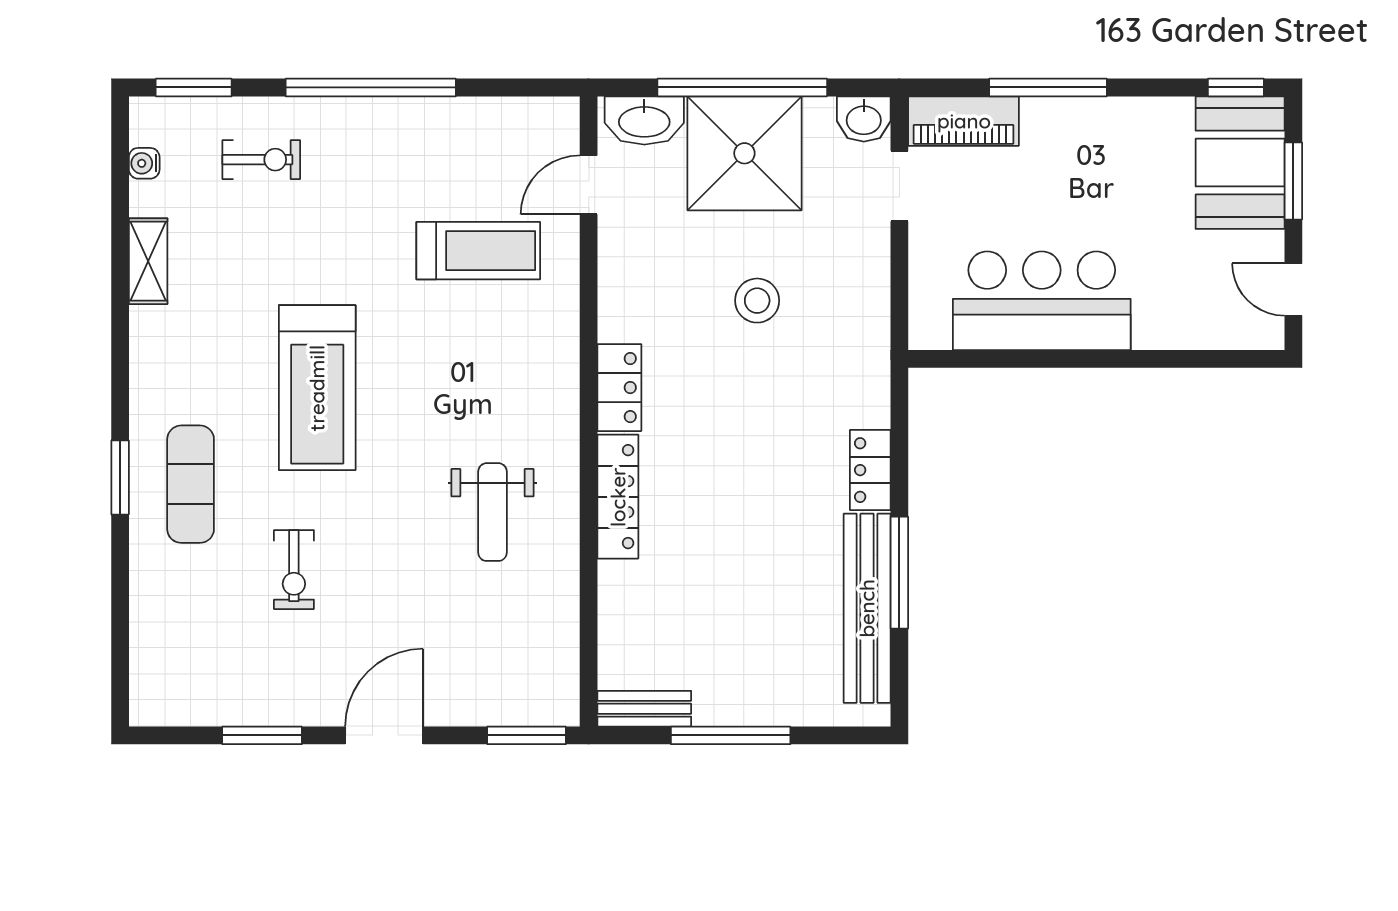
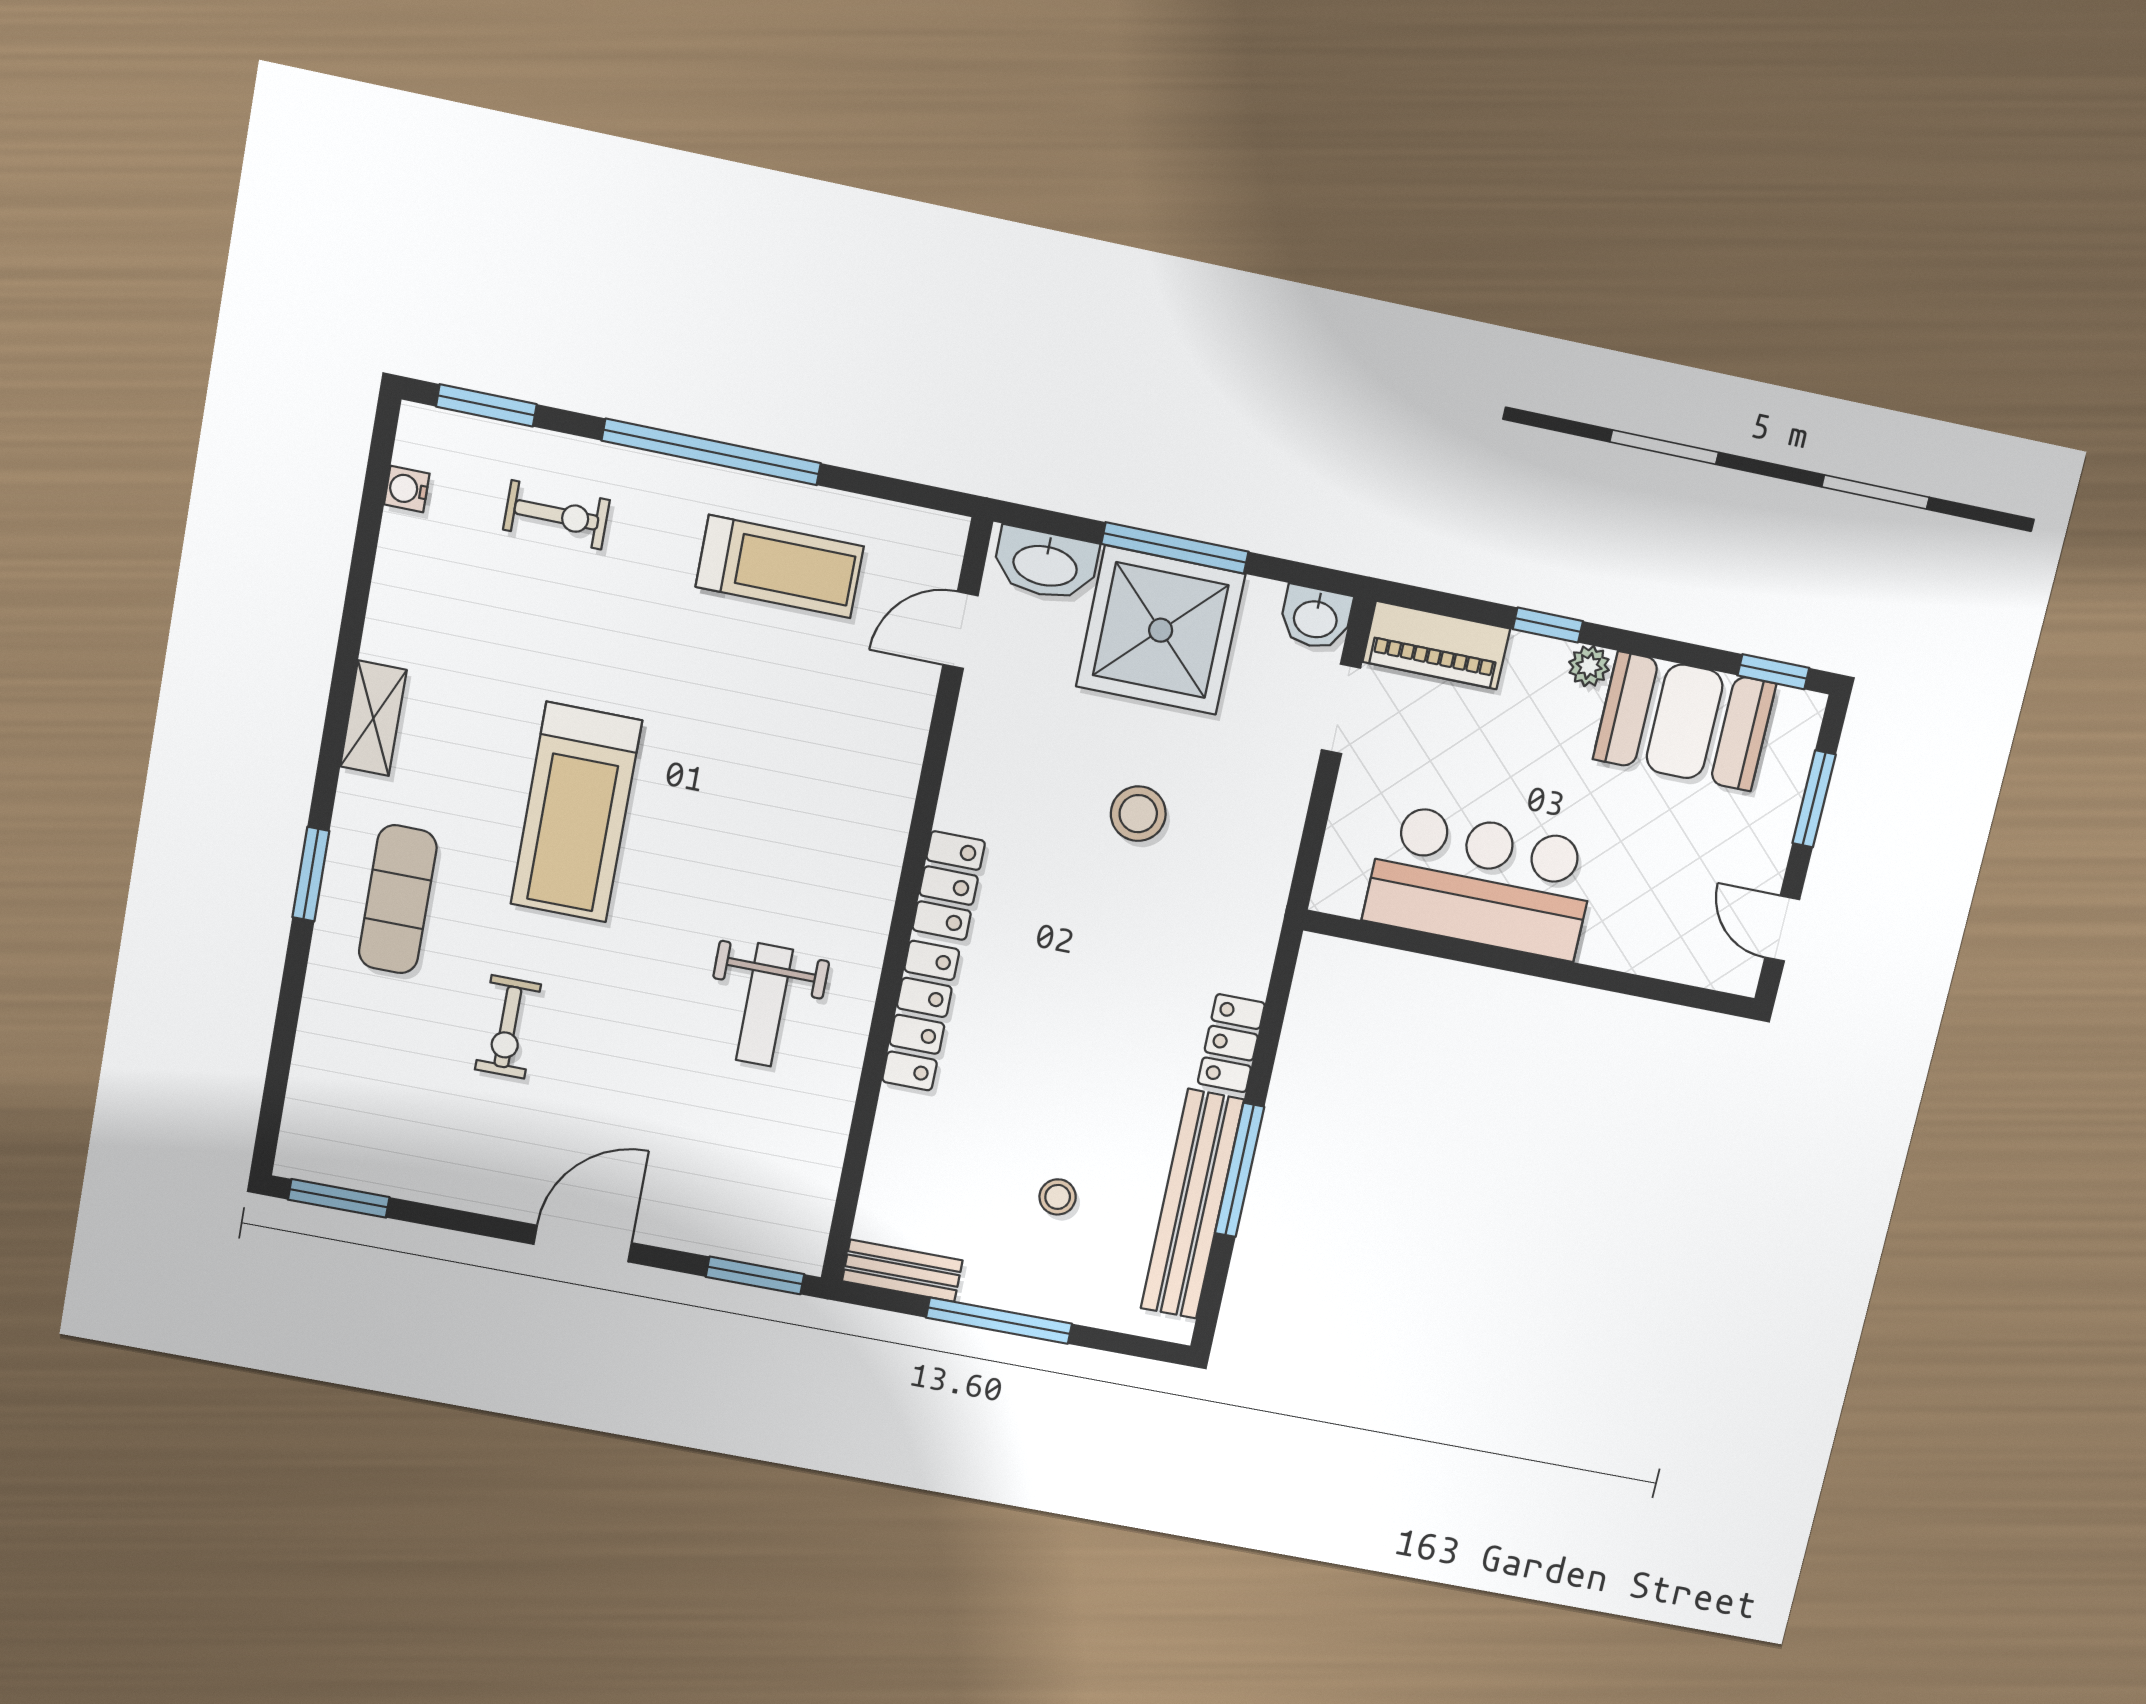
window: (742, 87) -> (1175, 548), width x0.68
window: (1048, 87) -> (1548, 625), width x0.46
plant: (1088, 113) -> (1589, 666), added
booth: (1240, 163) -> (1685, 721), moved, turned 90
treadmill: (478, 251) -> (780, 567), moved
shelving: (148, 261) -> (373, 718), moved
stool: (757, 623) -> (1058, 1197), added
window: (262, 735) -> (339, 1198), moved

